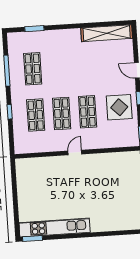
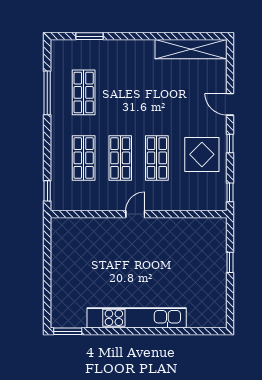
window: (10, 112) -> (47, 191), moved
kitchen unit: (55, 227) -> (137, 318), moved

